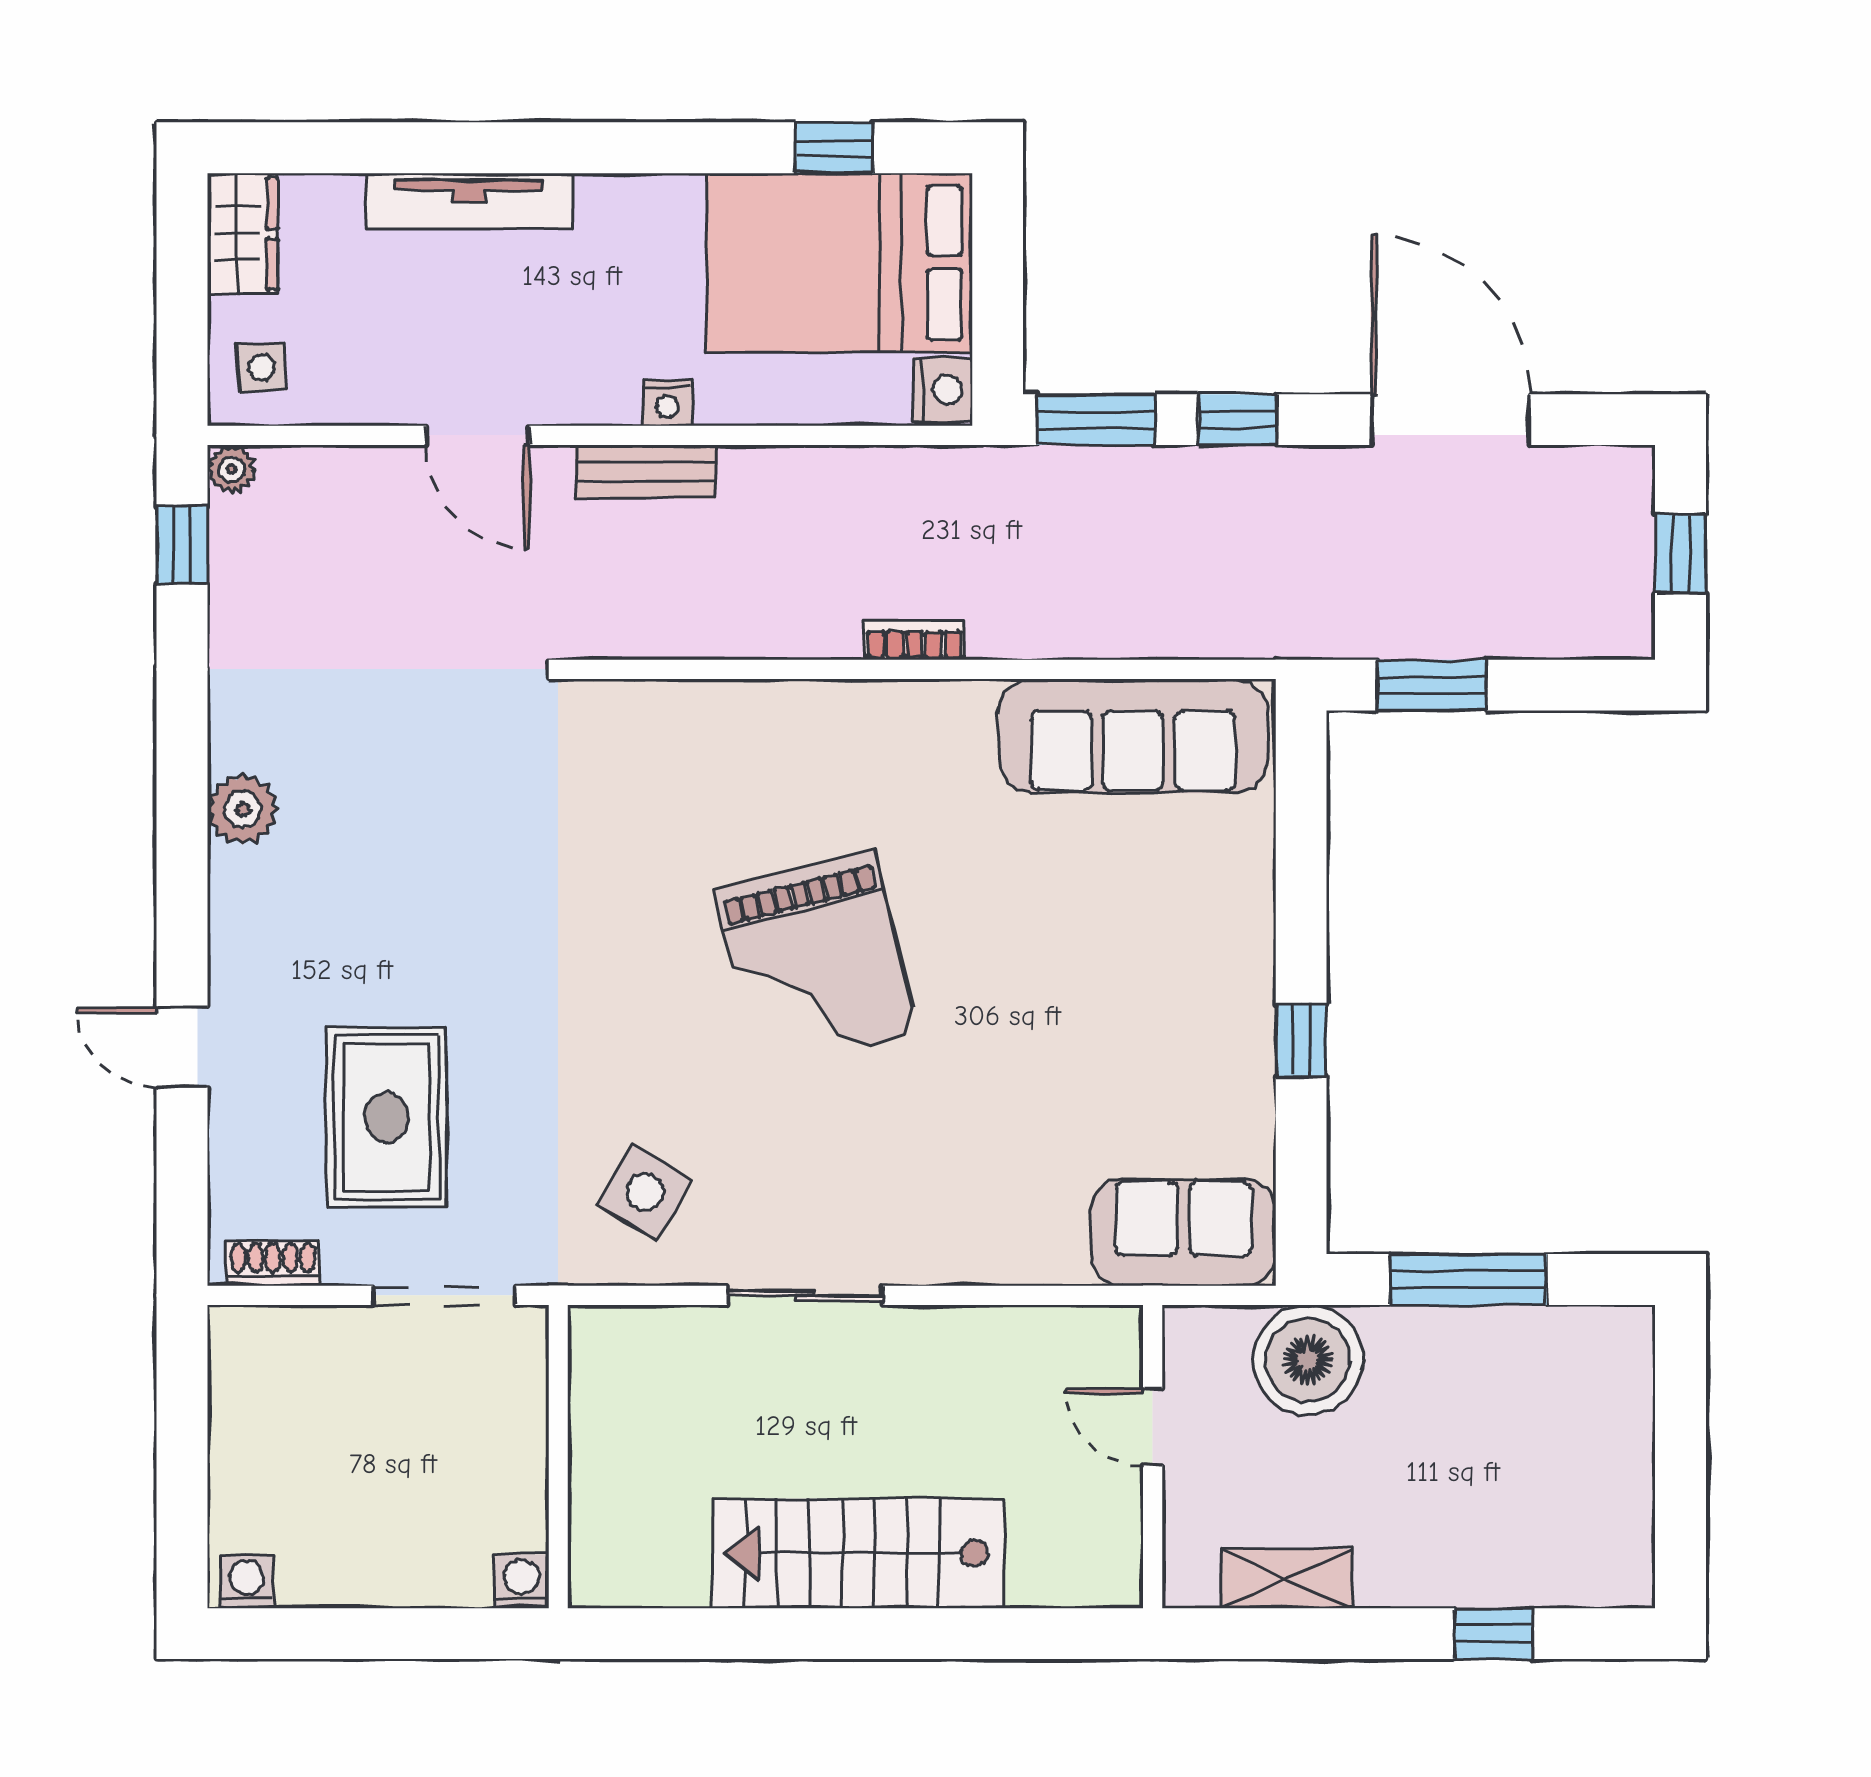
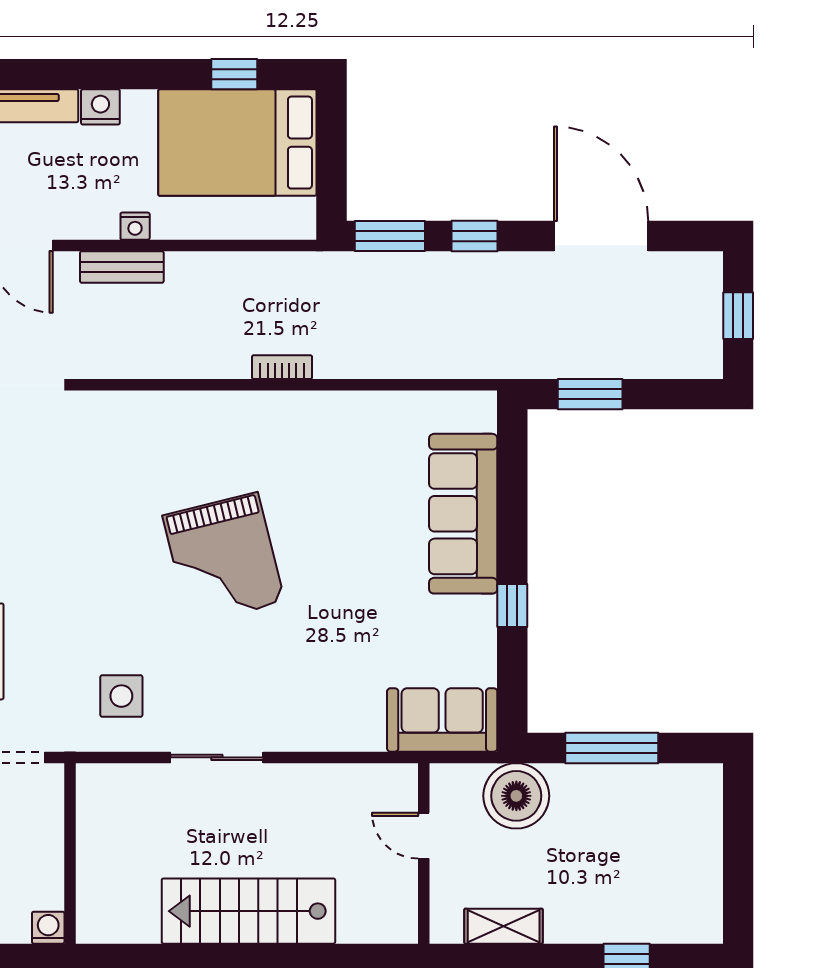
nightstand: (943, 390) -> (100, 107), moved, turned -90
sofa: (1133, 736) -> (463, 514), moved, turned 90
side table: (645, 1192) -> (121, 696), turned -31

